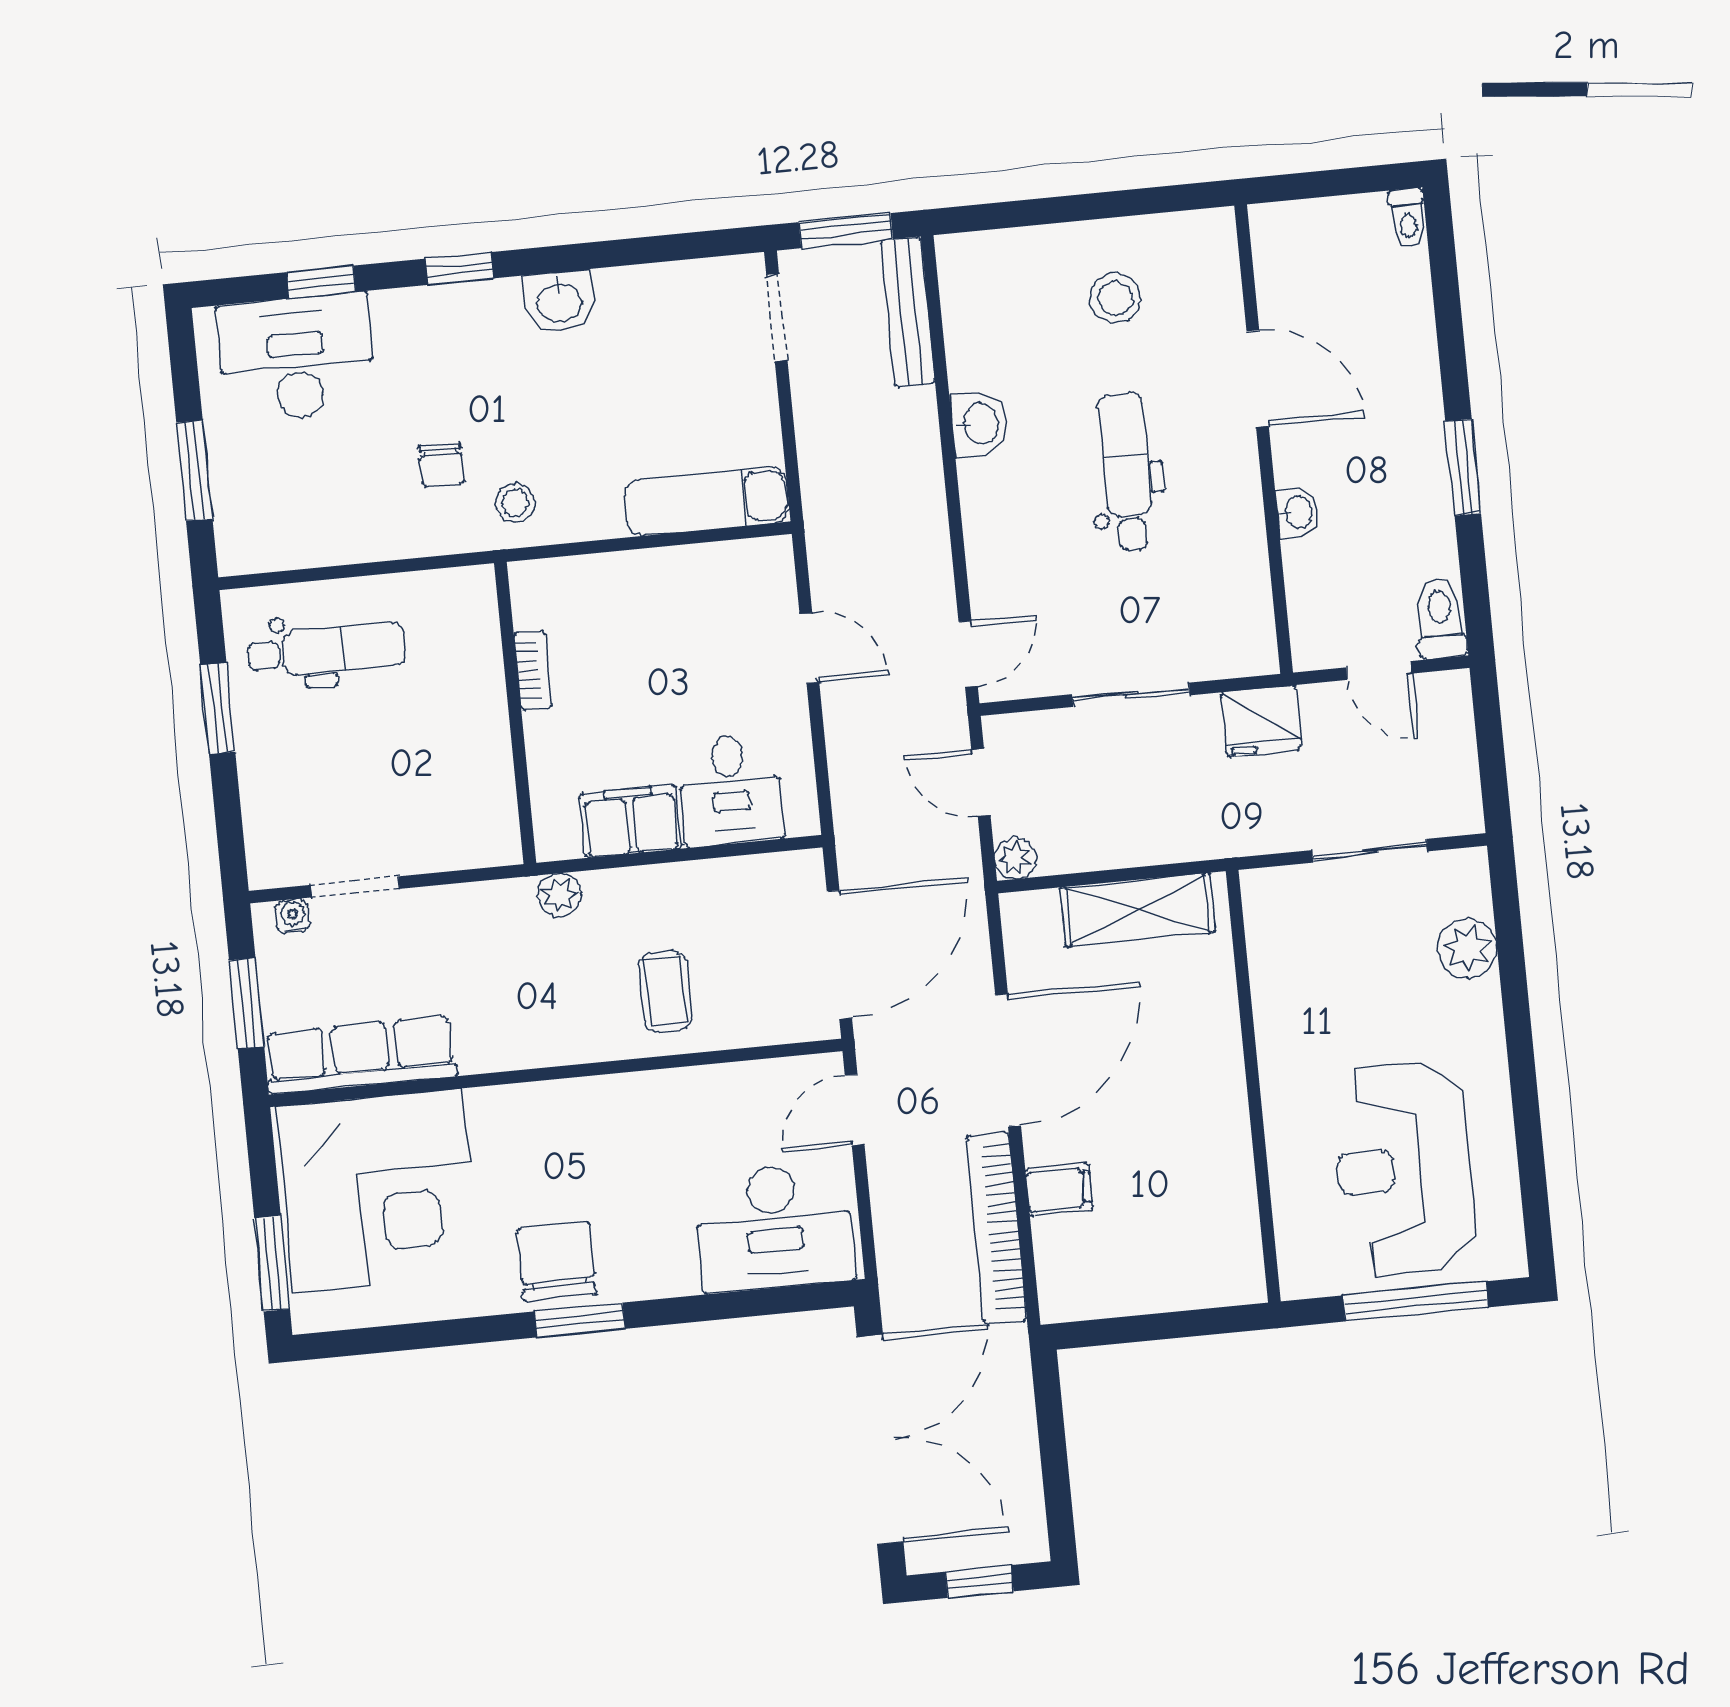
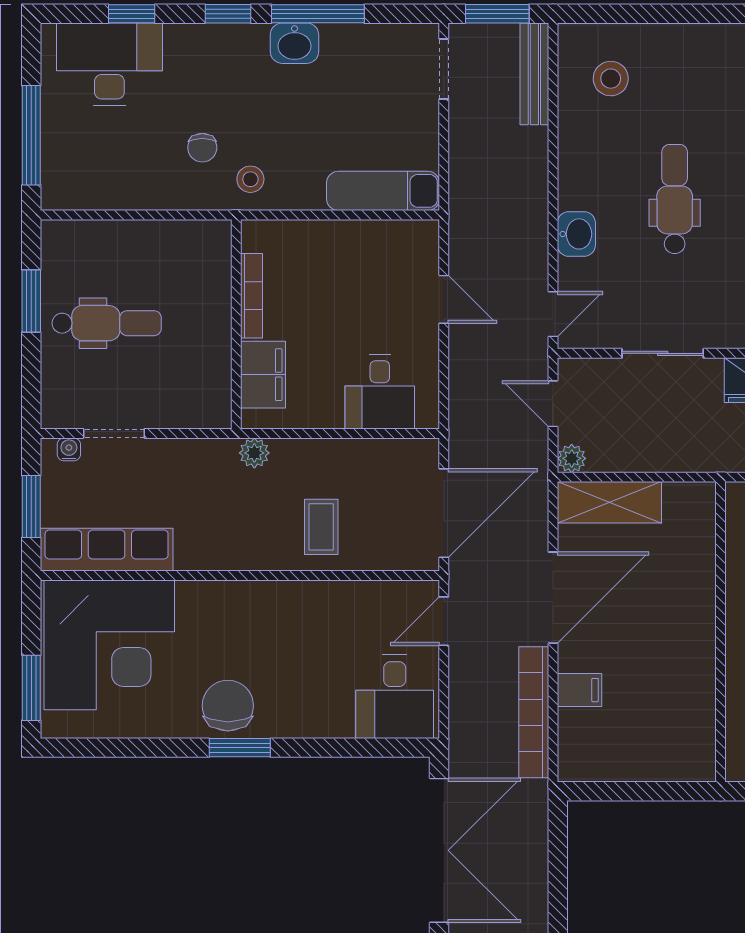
window: (588, 256) -> (318, 14), added
stool: (1116, 298) -> (611, 79), moved
washbasin: (979, 424) -> (576, 234), moved
window: (194, 471) -> (31, 135), width x1.44
dental chair: (326, 650) -> (107, 323), moved
bookcase: (533, 670) -> (251, 296), width x1.56
filing cabinet: (631, 821) -> (263, 375), moved, turned 90
shelving: (1137, 910) -> (609, 502), moved
desk: (774, 1227) -> (395, 697), width x0.73

